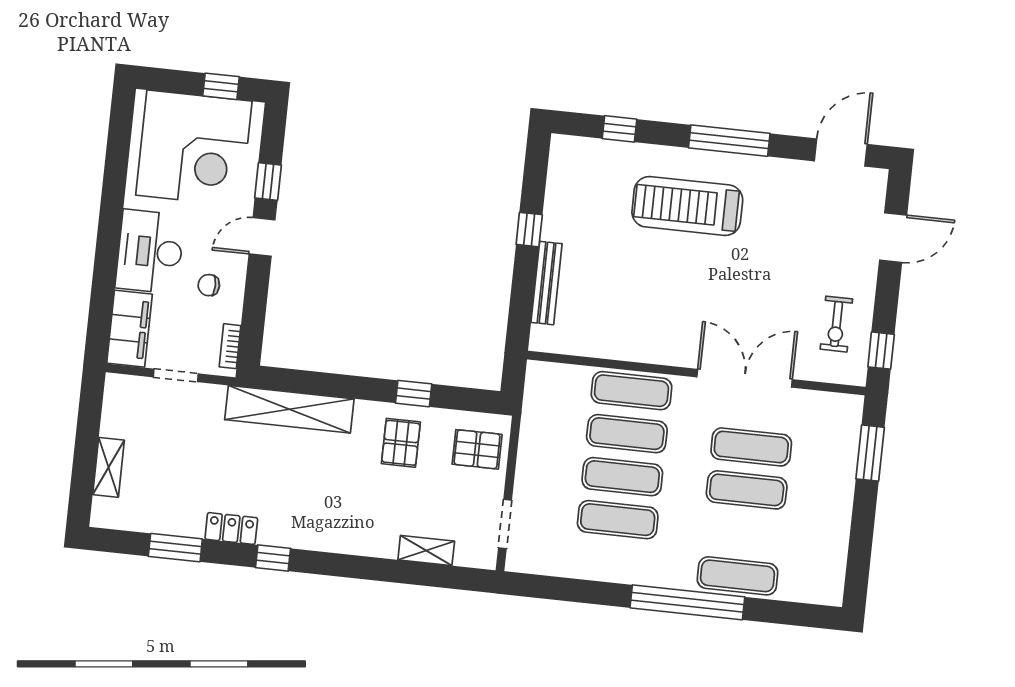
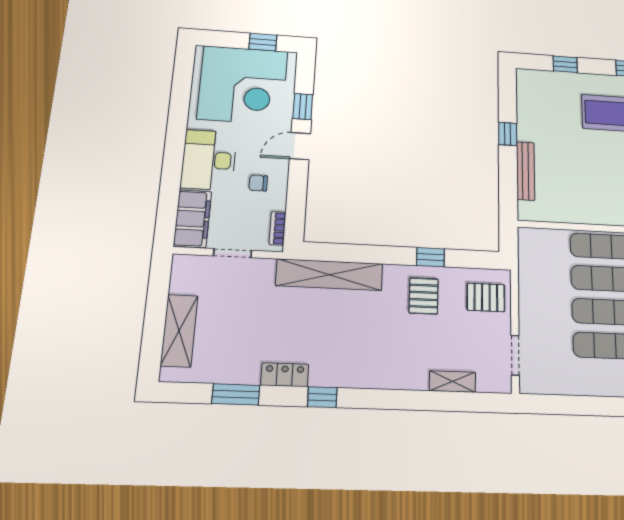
shelving: (109, 467) -> (179, 331), width x1.50, depth x1.33

